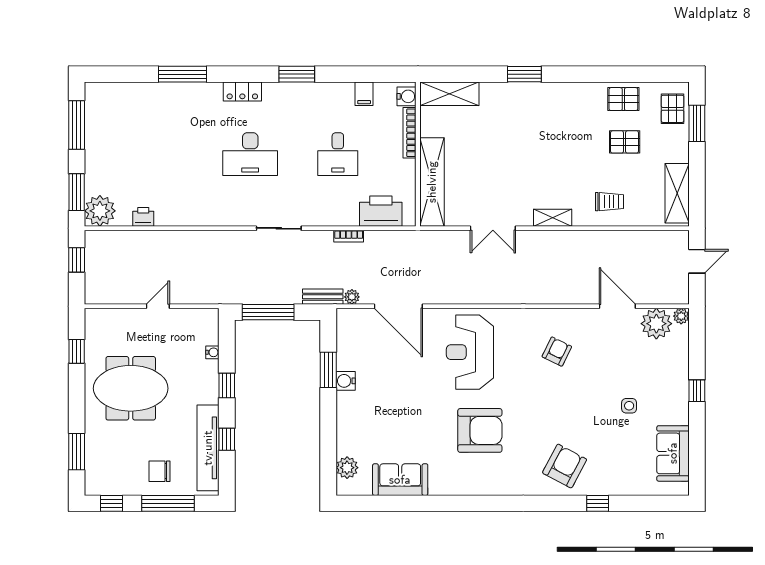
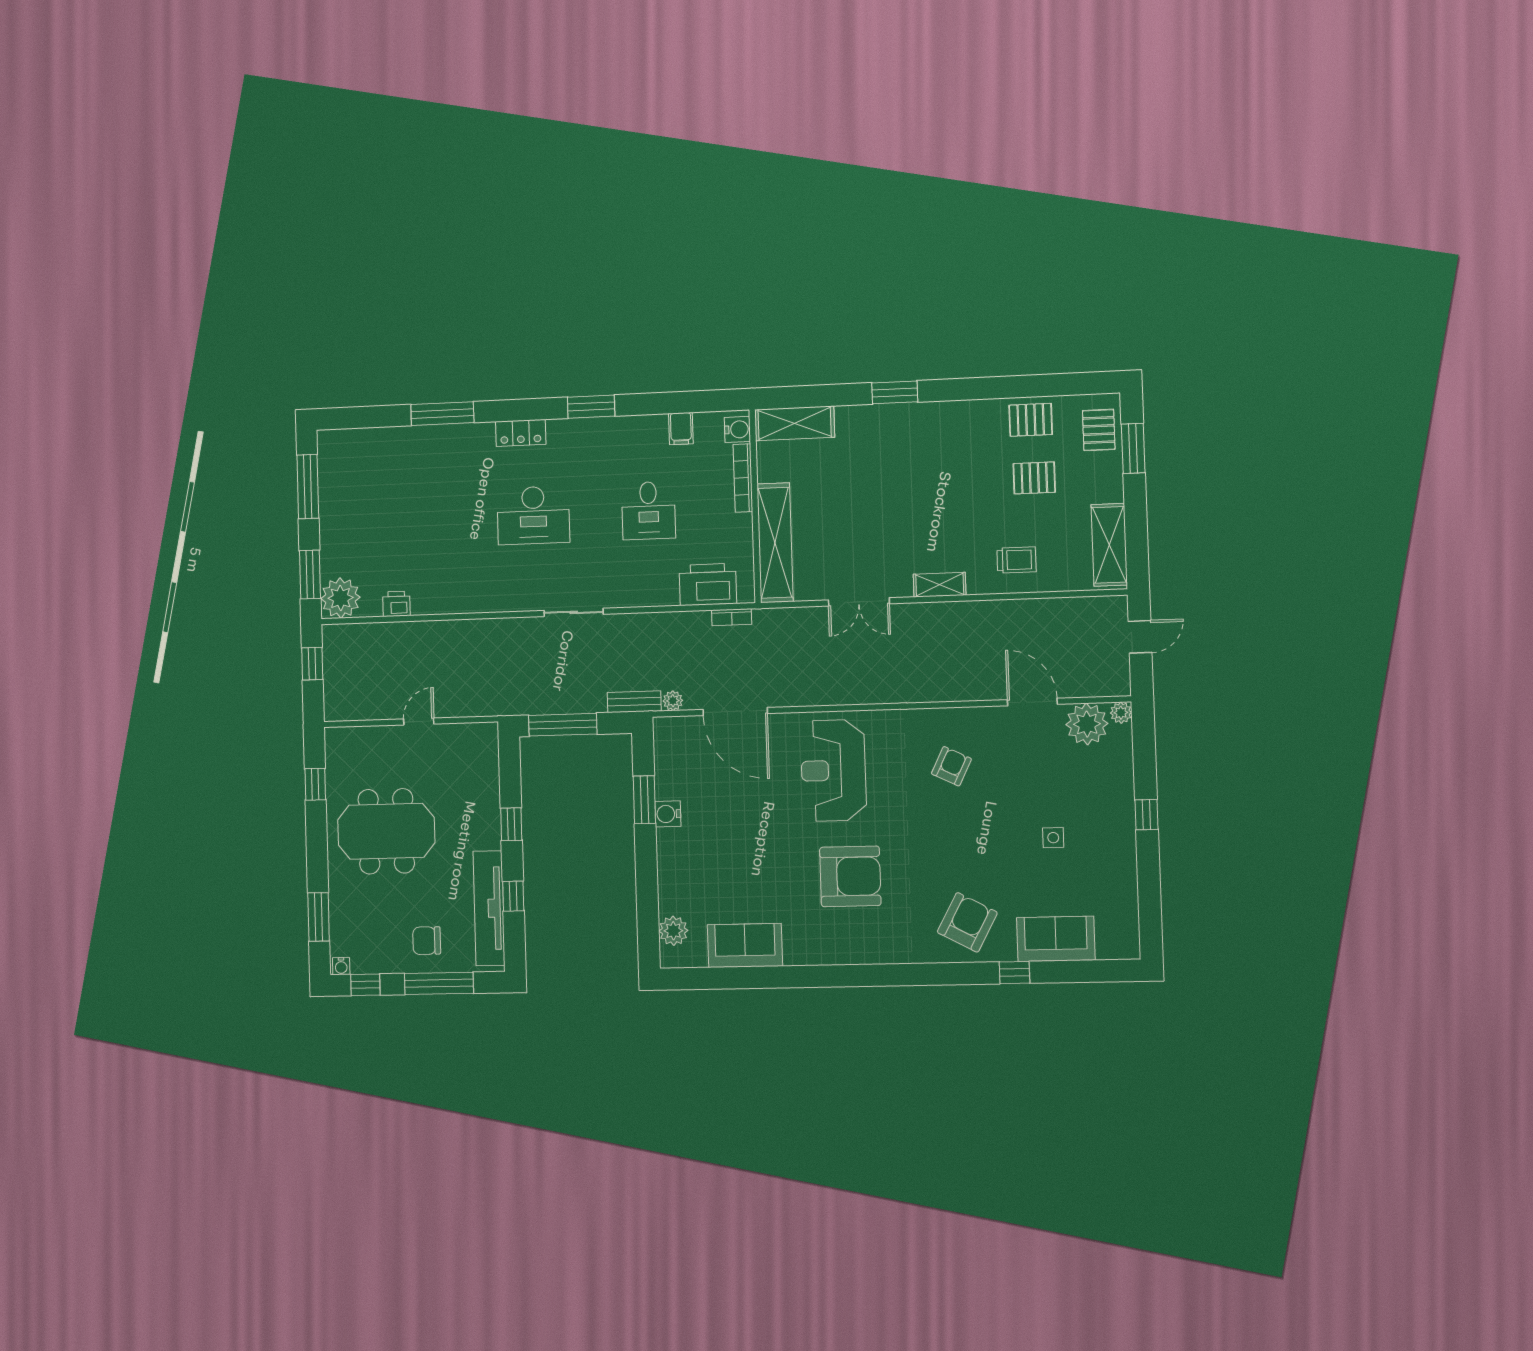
bookcase: (349, 236) -> (732, 617), moved
water cooler: (212, 352) -> (341, 966), moved, turned 90
sofa: (673, 453) -> (1056, 939), moved, turned 90

